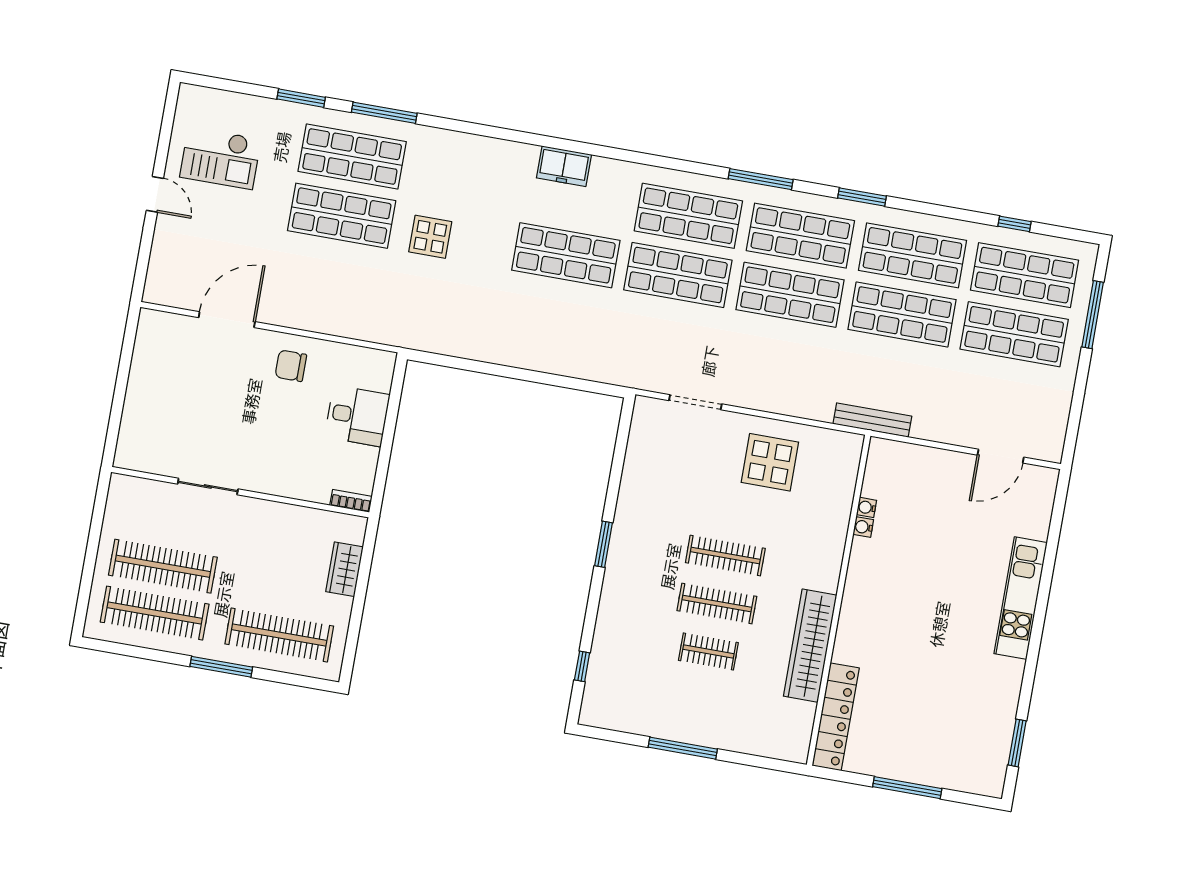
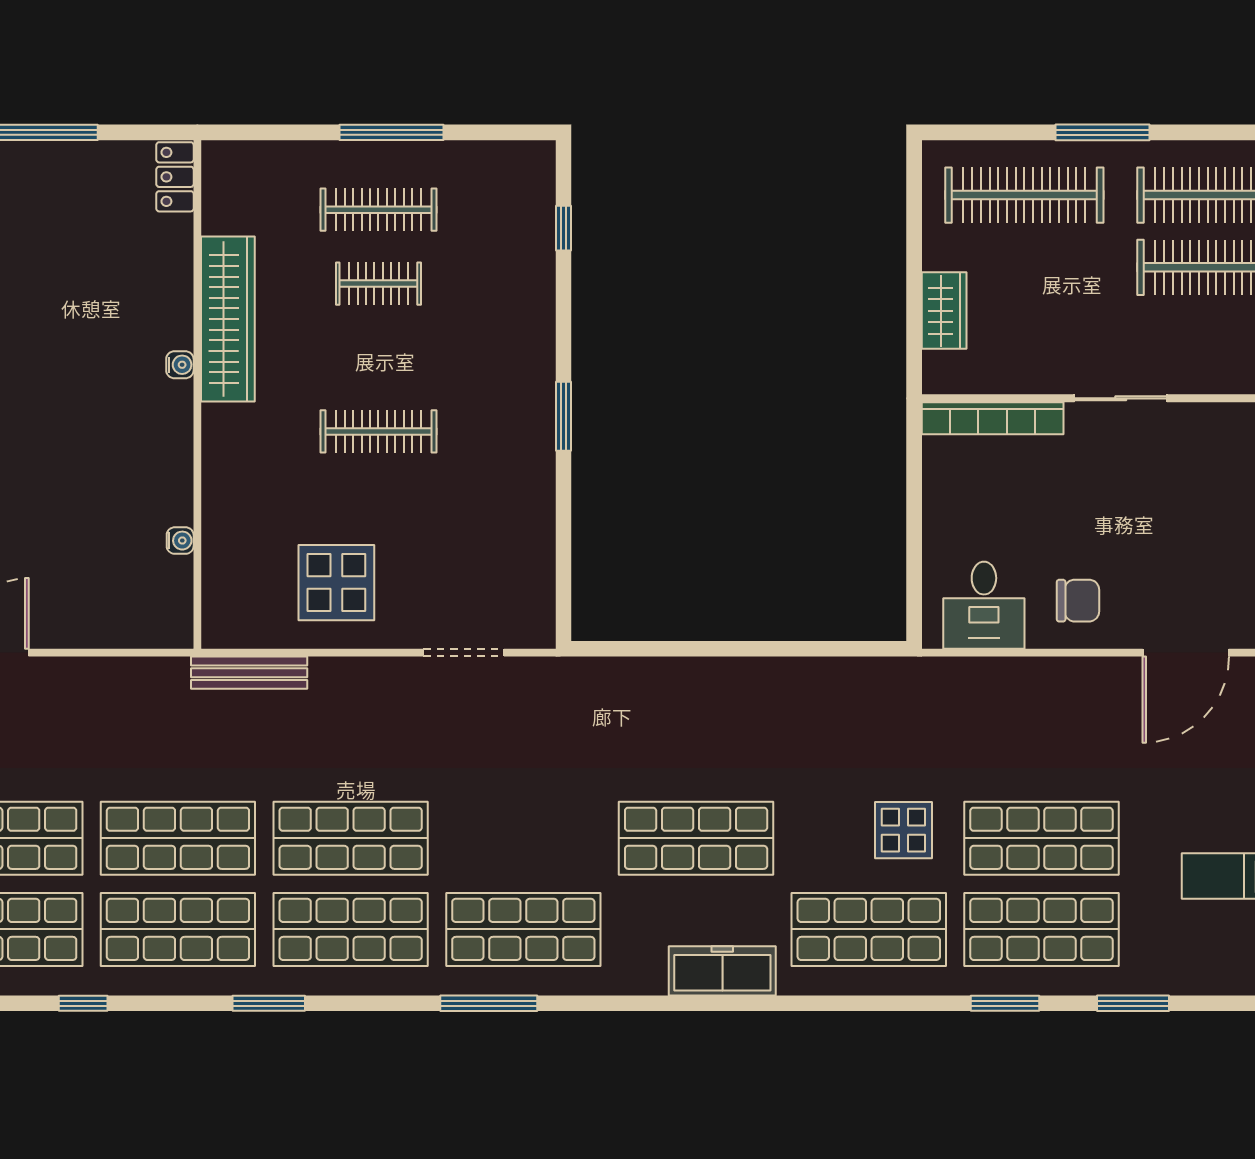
window: (384, 113) -> (1005, 1003), width x0.69
freezer: (564, 166) -> (722, 971), width x1.40
window: (761, 179) -> (489, 1003), moved
window: (1015, 224) -> (83, 1003), moved
shop shelf: (678, 275) -> (869, 929), moved
desk: (357, 416) -> (984, 605), moved, turned -90
bench: (872, 420) -> (249, 673), moved
sliding door: (208, 486) -> (1121, 398), moved
bookcase: (351, 501) -> (993, 418), width x2.31, depth x1.31
water cooler: (863, 527) -> (180, 365), moved
clothes rail: (717, 604) -> (378, 210), moved
locker: (836, 717) -> (175, 177), width x0.46, depth x0.83

